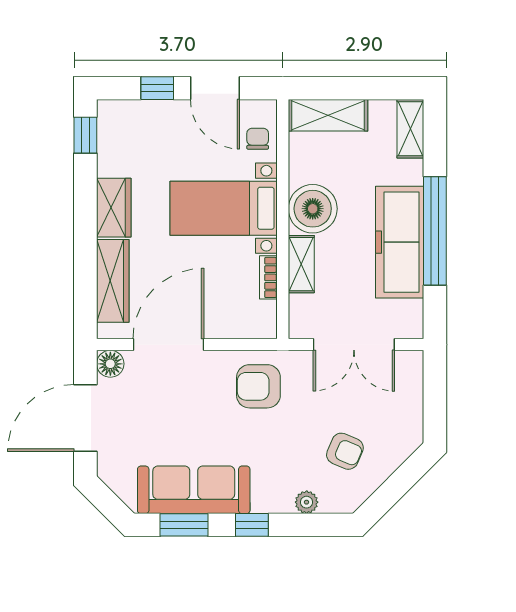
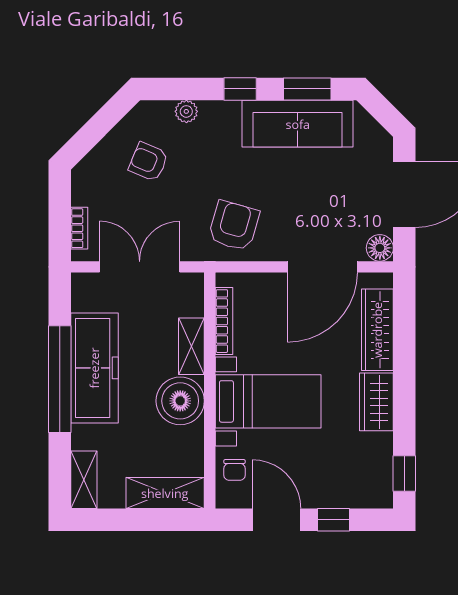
bookcase: (268, 277) -> (224, 321), width x1.56
bookcase: (415, 384) -> (79, 228), added
armchair: (258, 386) -> (234, 226), turned -74

